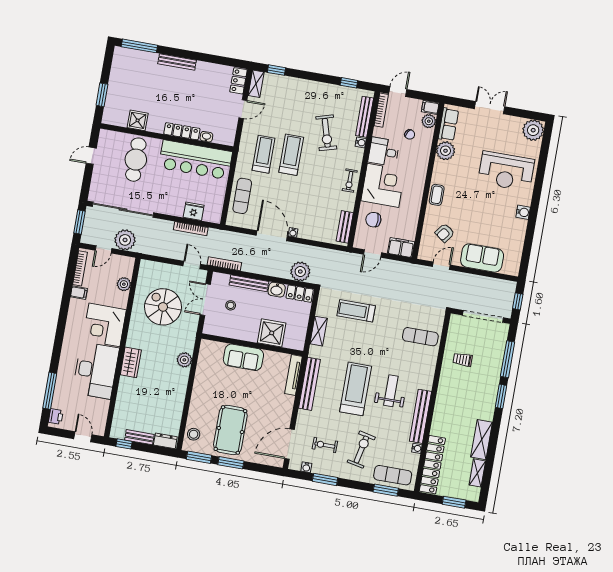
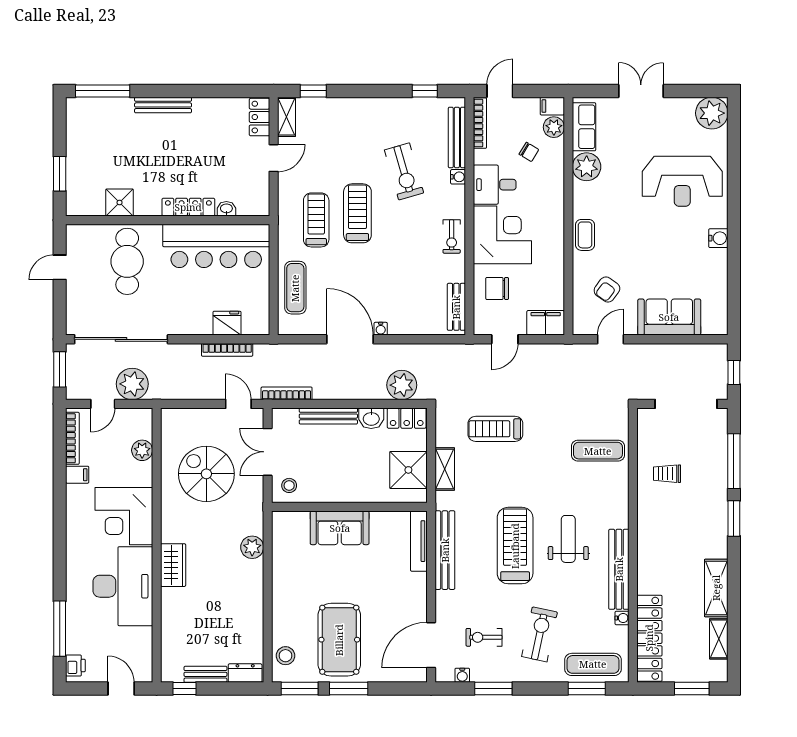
stool: (231, 305) -> (289, 485), moved
shower: (272, 333) -> (408, 470), moved

